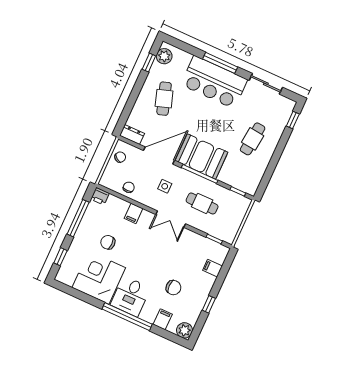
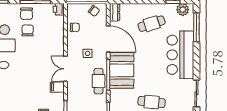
window: (220, 63) -> (196, 27), moved
cafe table: (202, 203) -> (99, 81), moved
filing cabinet: (134, 213) -> (57, 87), moved
chair: (173, 288) -> (26, 14), moved

